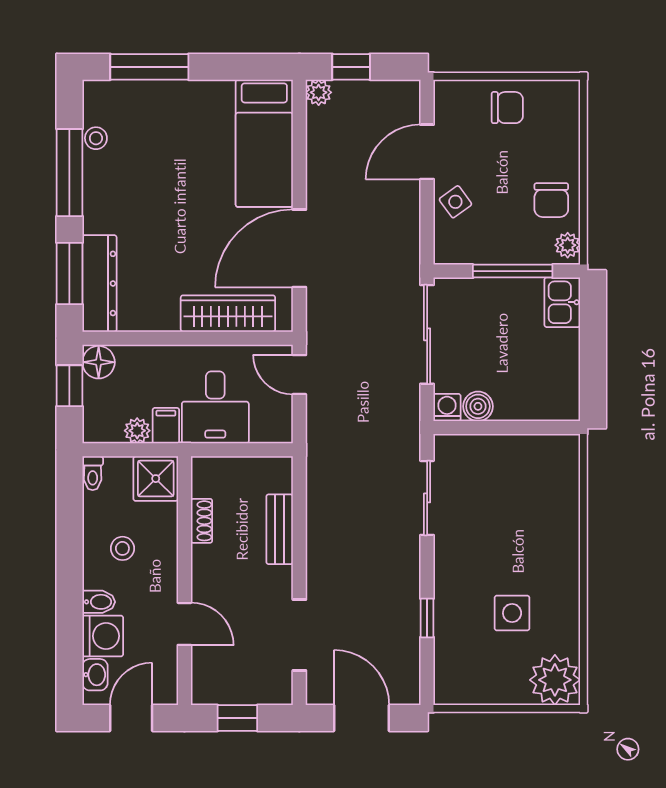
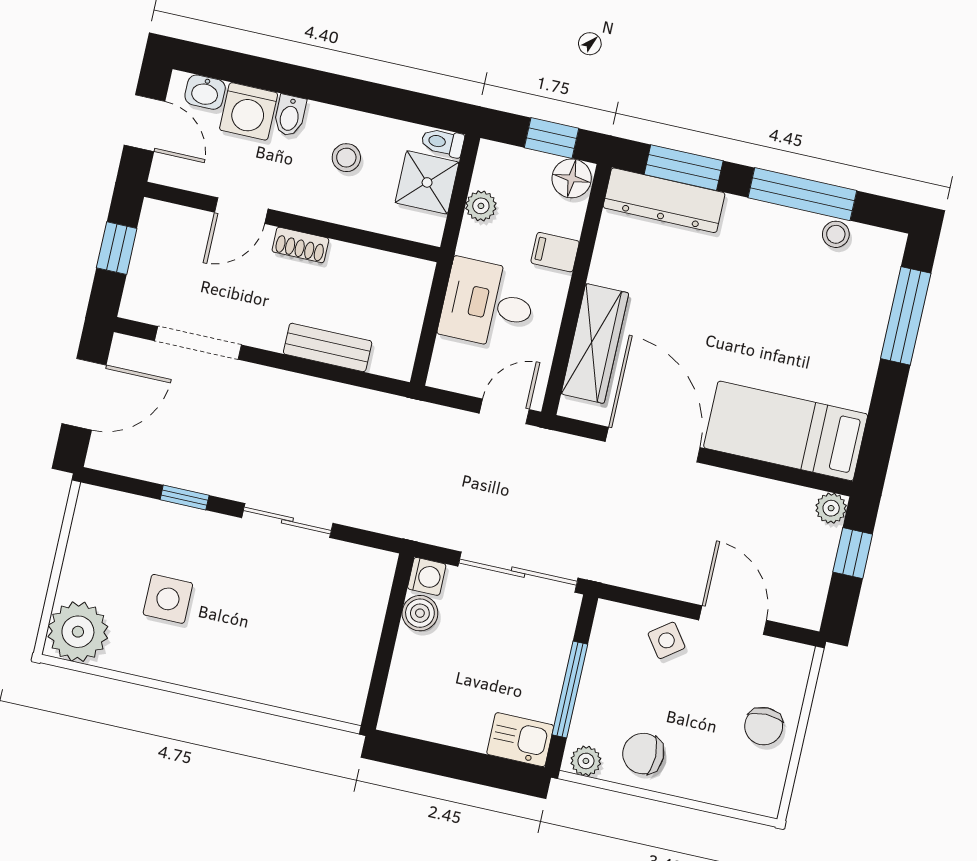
filing cabinet: (166, 426) -> (555, 252), moved, turned 180
shower: (156, 479) -> (427, 182), moved
sliding door: (427, 498) -> (287, 521), moved
shoe rack: (202, 521) -> (300, 245), moved

